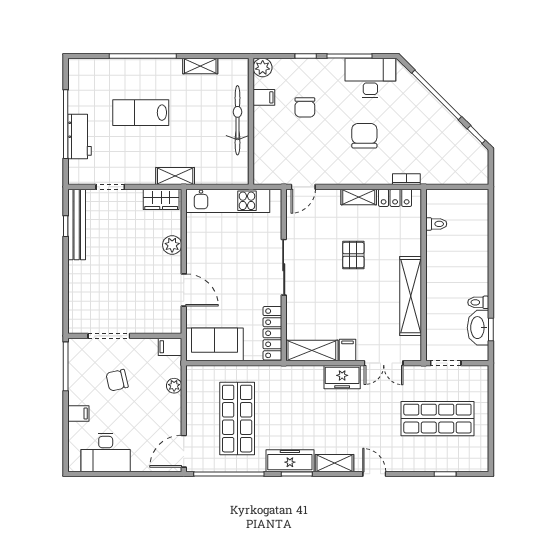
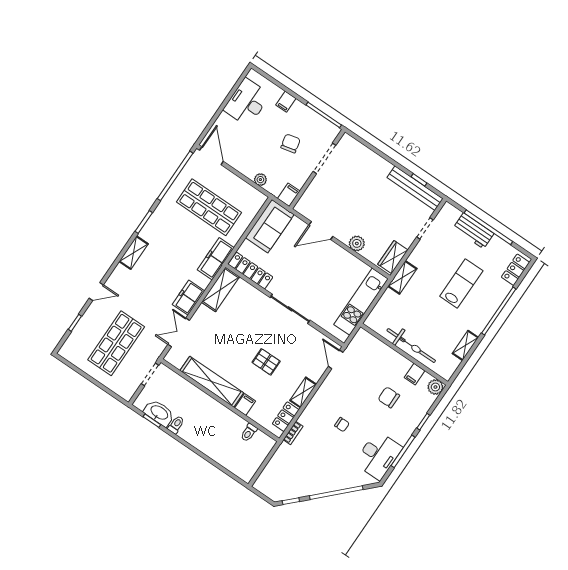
locker: (90, 67) -> (516, 270), added
chair: (364, 136) -> (342, 425), width x0.54, depth x0.54
filing cabinet: (347, 350) -> (245, 404), moved, turned -90
freezer: (290, 461) -> (216, 259), moved, turned 180
door: (374, 474) -> (96, 291), moved

